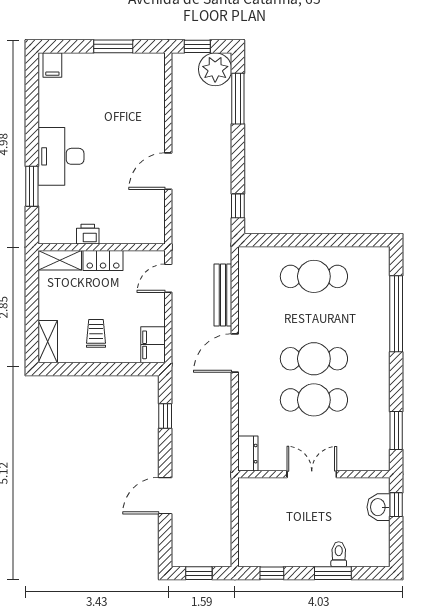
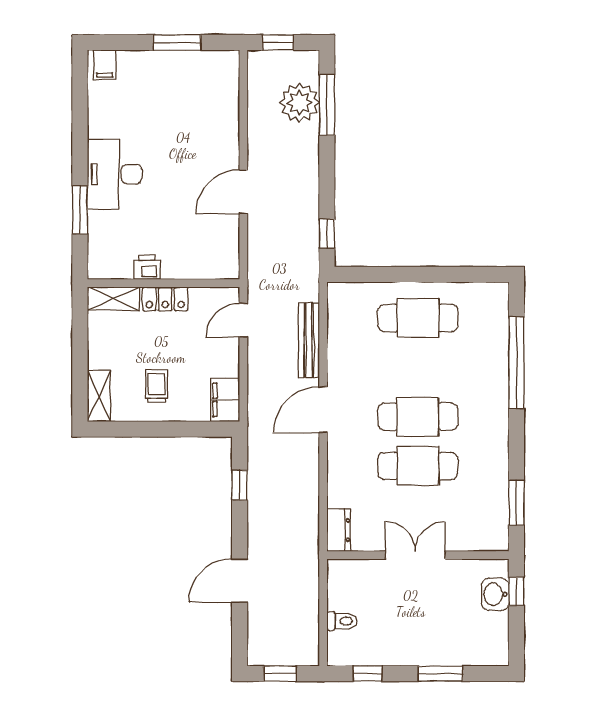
plant: (215, 69) -> (300, 103), moved
toilet: (339, 554) -> (342, 621), moved, turned 90

